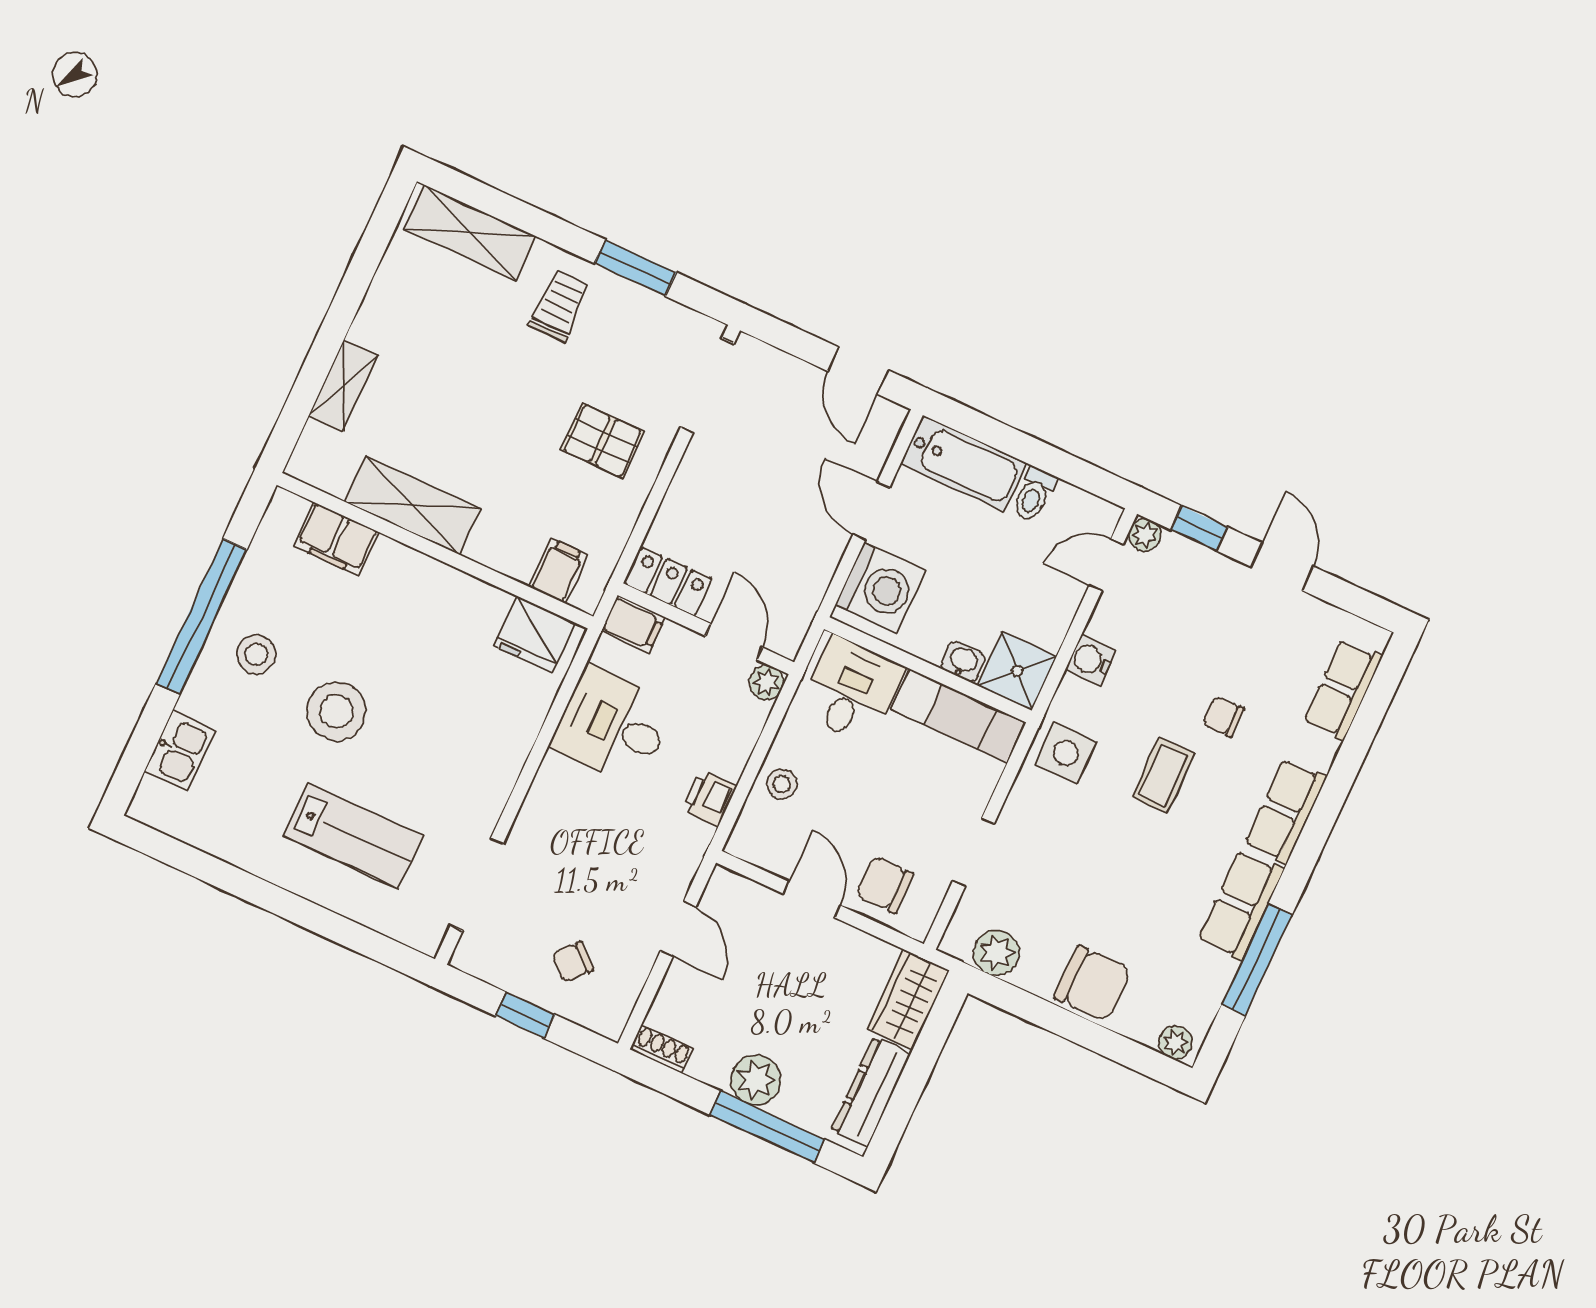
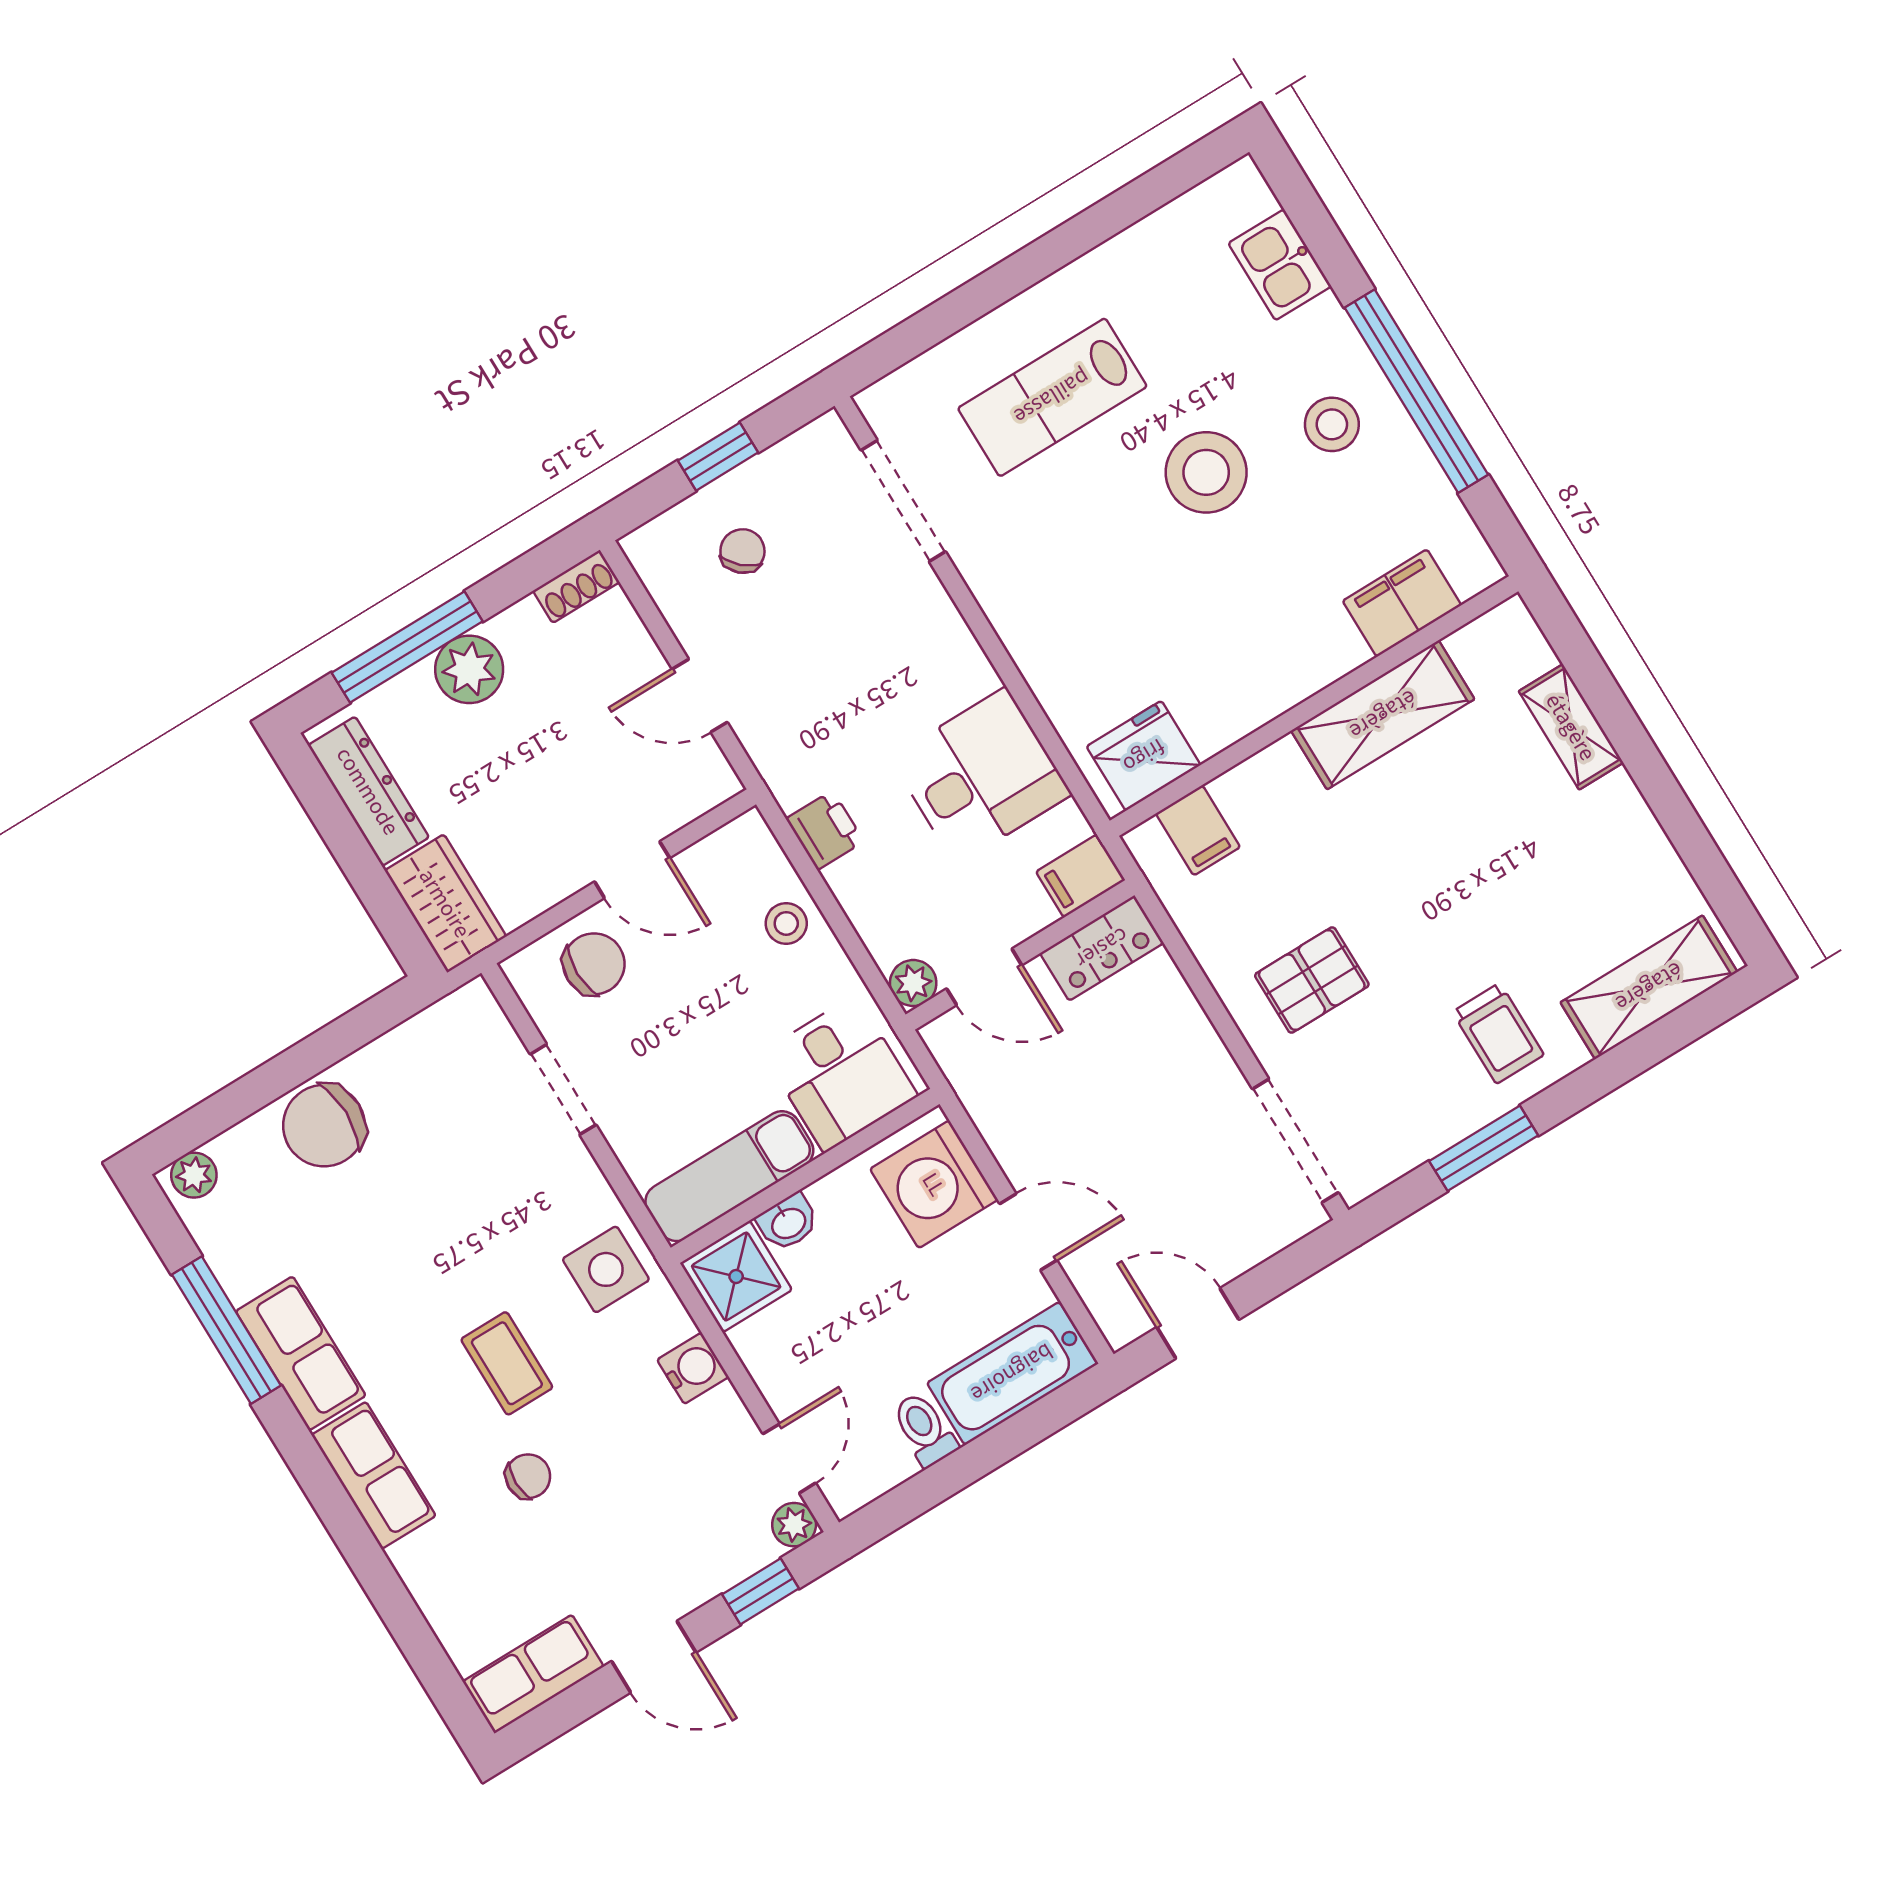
row of seats: (1343, 690) -> (533, 1674), moved, turned -90
plant: (997, 953) -> (431, 1040), removed

